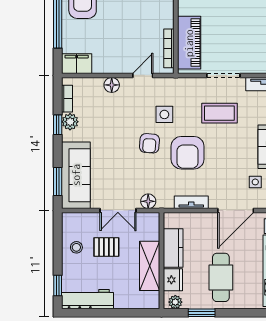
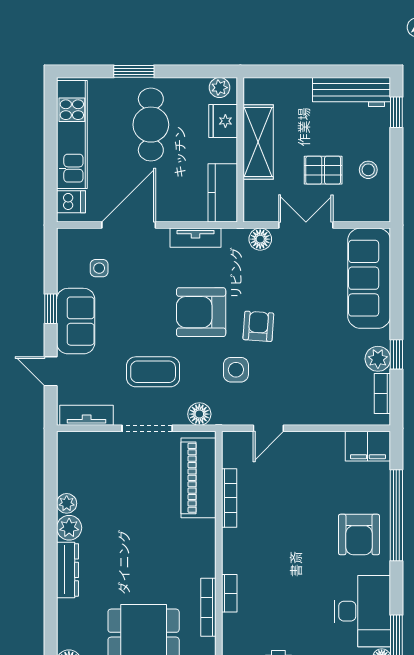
bookcase: (169, 48) -> (229, 498), moved
floor lamp: (112, 85) -> (199, 414), moved
armchair: (188, 153) -> (201, 312), turned -90
window: (58, 181) -> (396, 269), removed
kitchen counter: (173, 248) -> (223, 193), moved
window: (202, 313) -> (134, 71), moved

